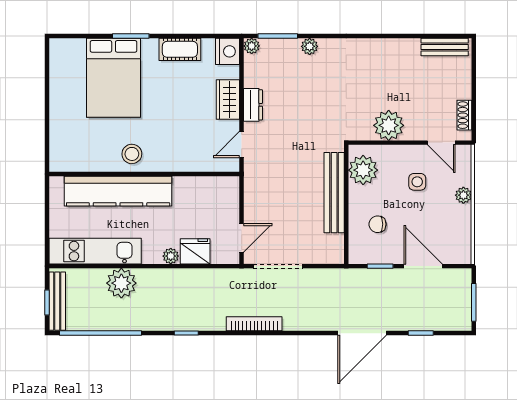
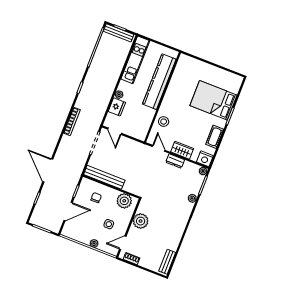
stool: (132, 154) -> (164, 122), moved
bench: (334, 193) -> (104, 177), moved
plant: (121, 283) -> (115, 66), removed

